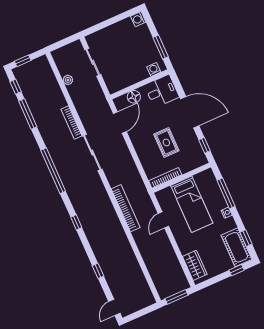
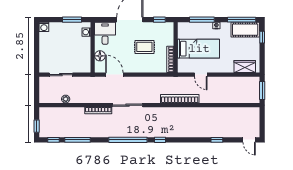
window: (76, 222) -> (160, 140), moved
window: (246, 238) -> (242, 20), width x2.17

